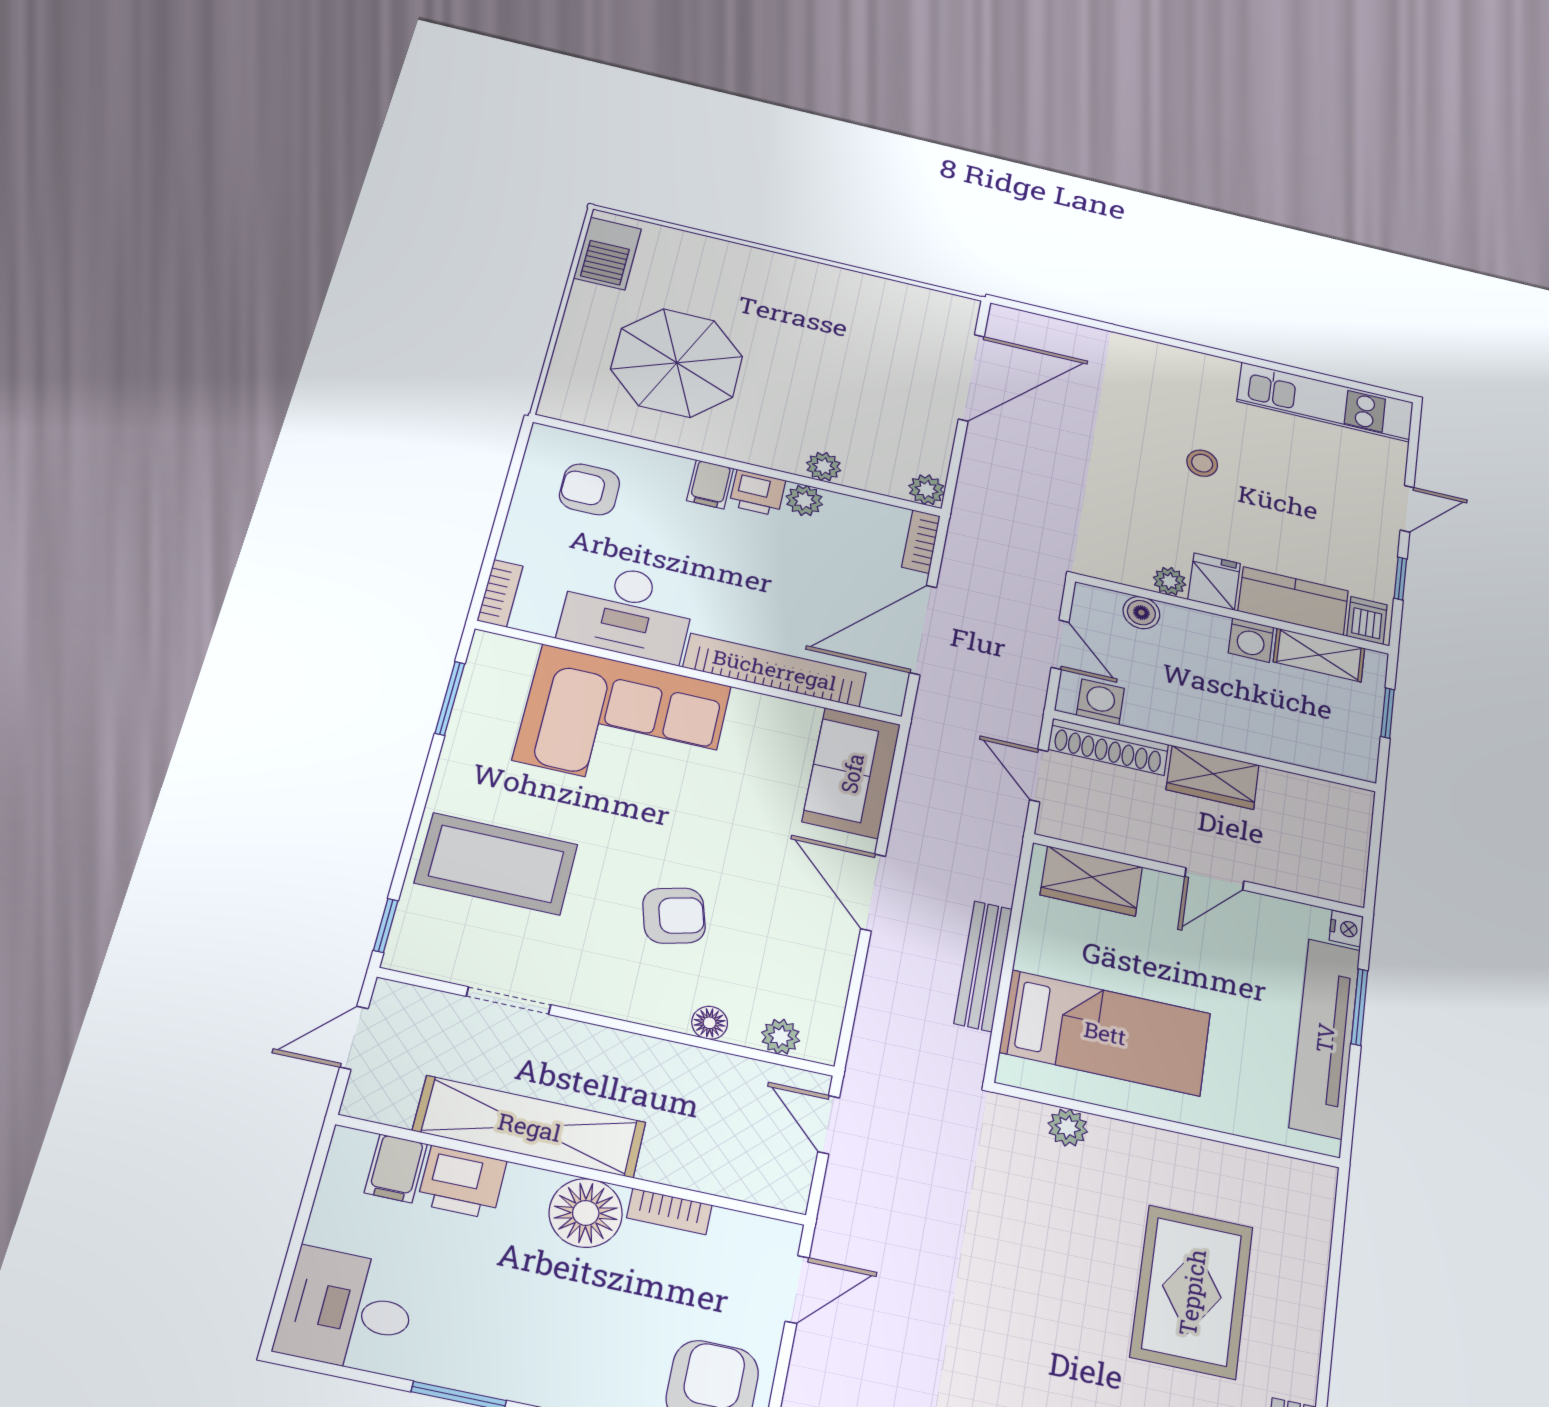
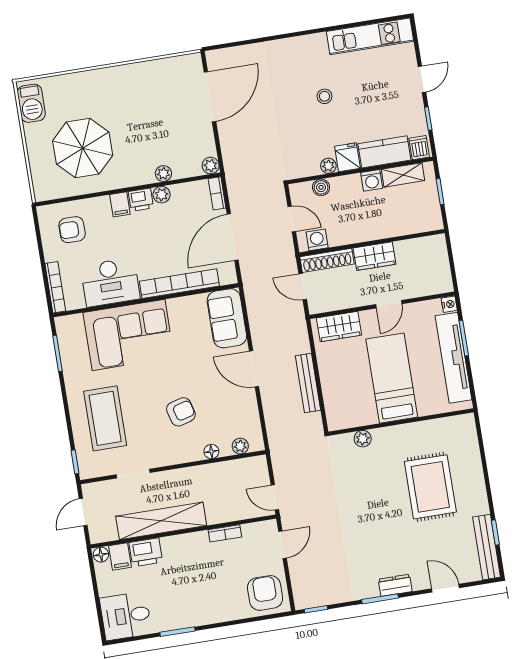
bookcase: (500, 593) -> (55, 287), width x1.56
coffee table: (496, 864) -> (105, 418), turned 90
bed: (1105, 1033) -> (392, 378), moved, turned -90
door: (829, 1125) -> (275, 497), moved
floor lamp: (586, 1213) -> (101, 555), moved, width x0.53, depth x0.53

